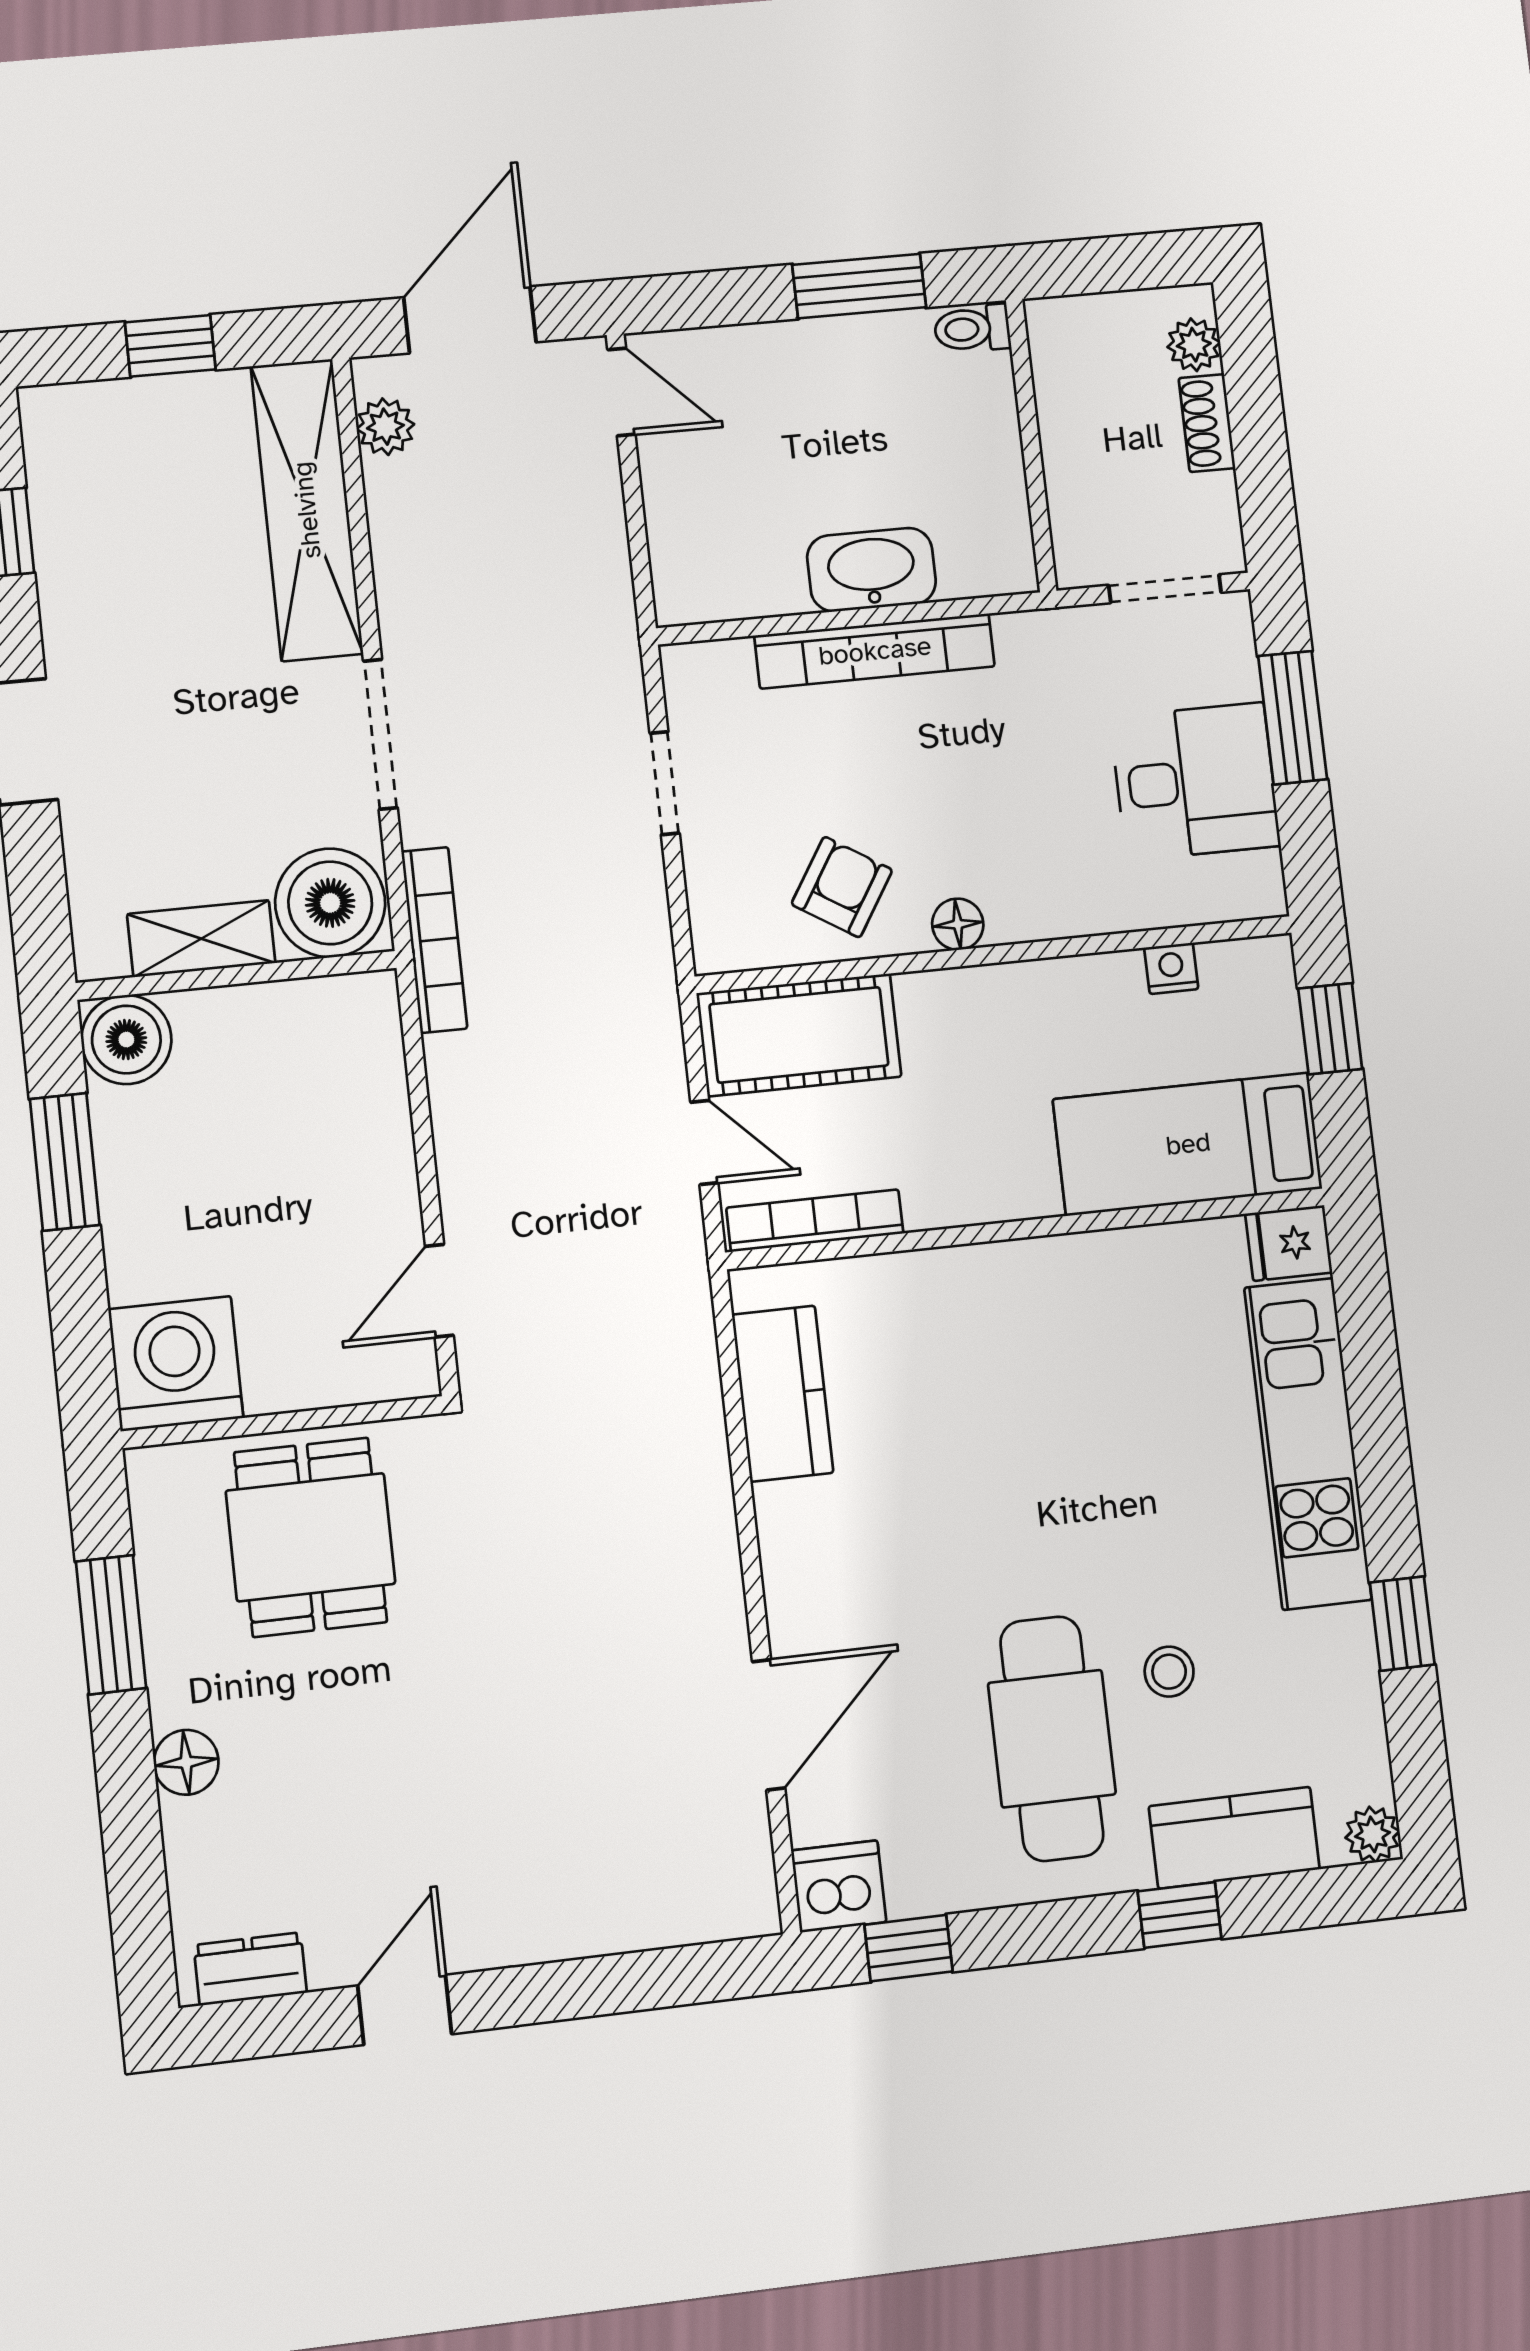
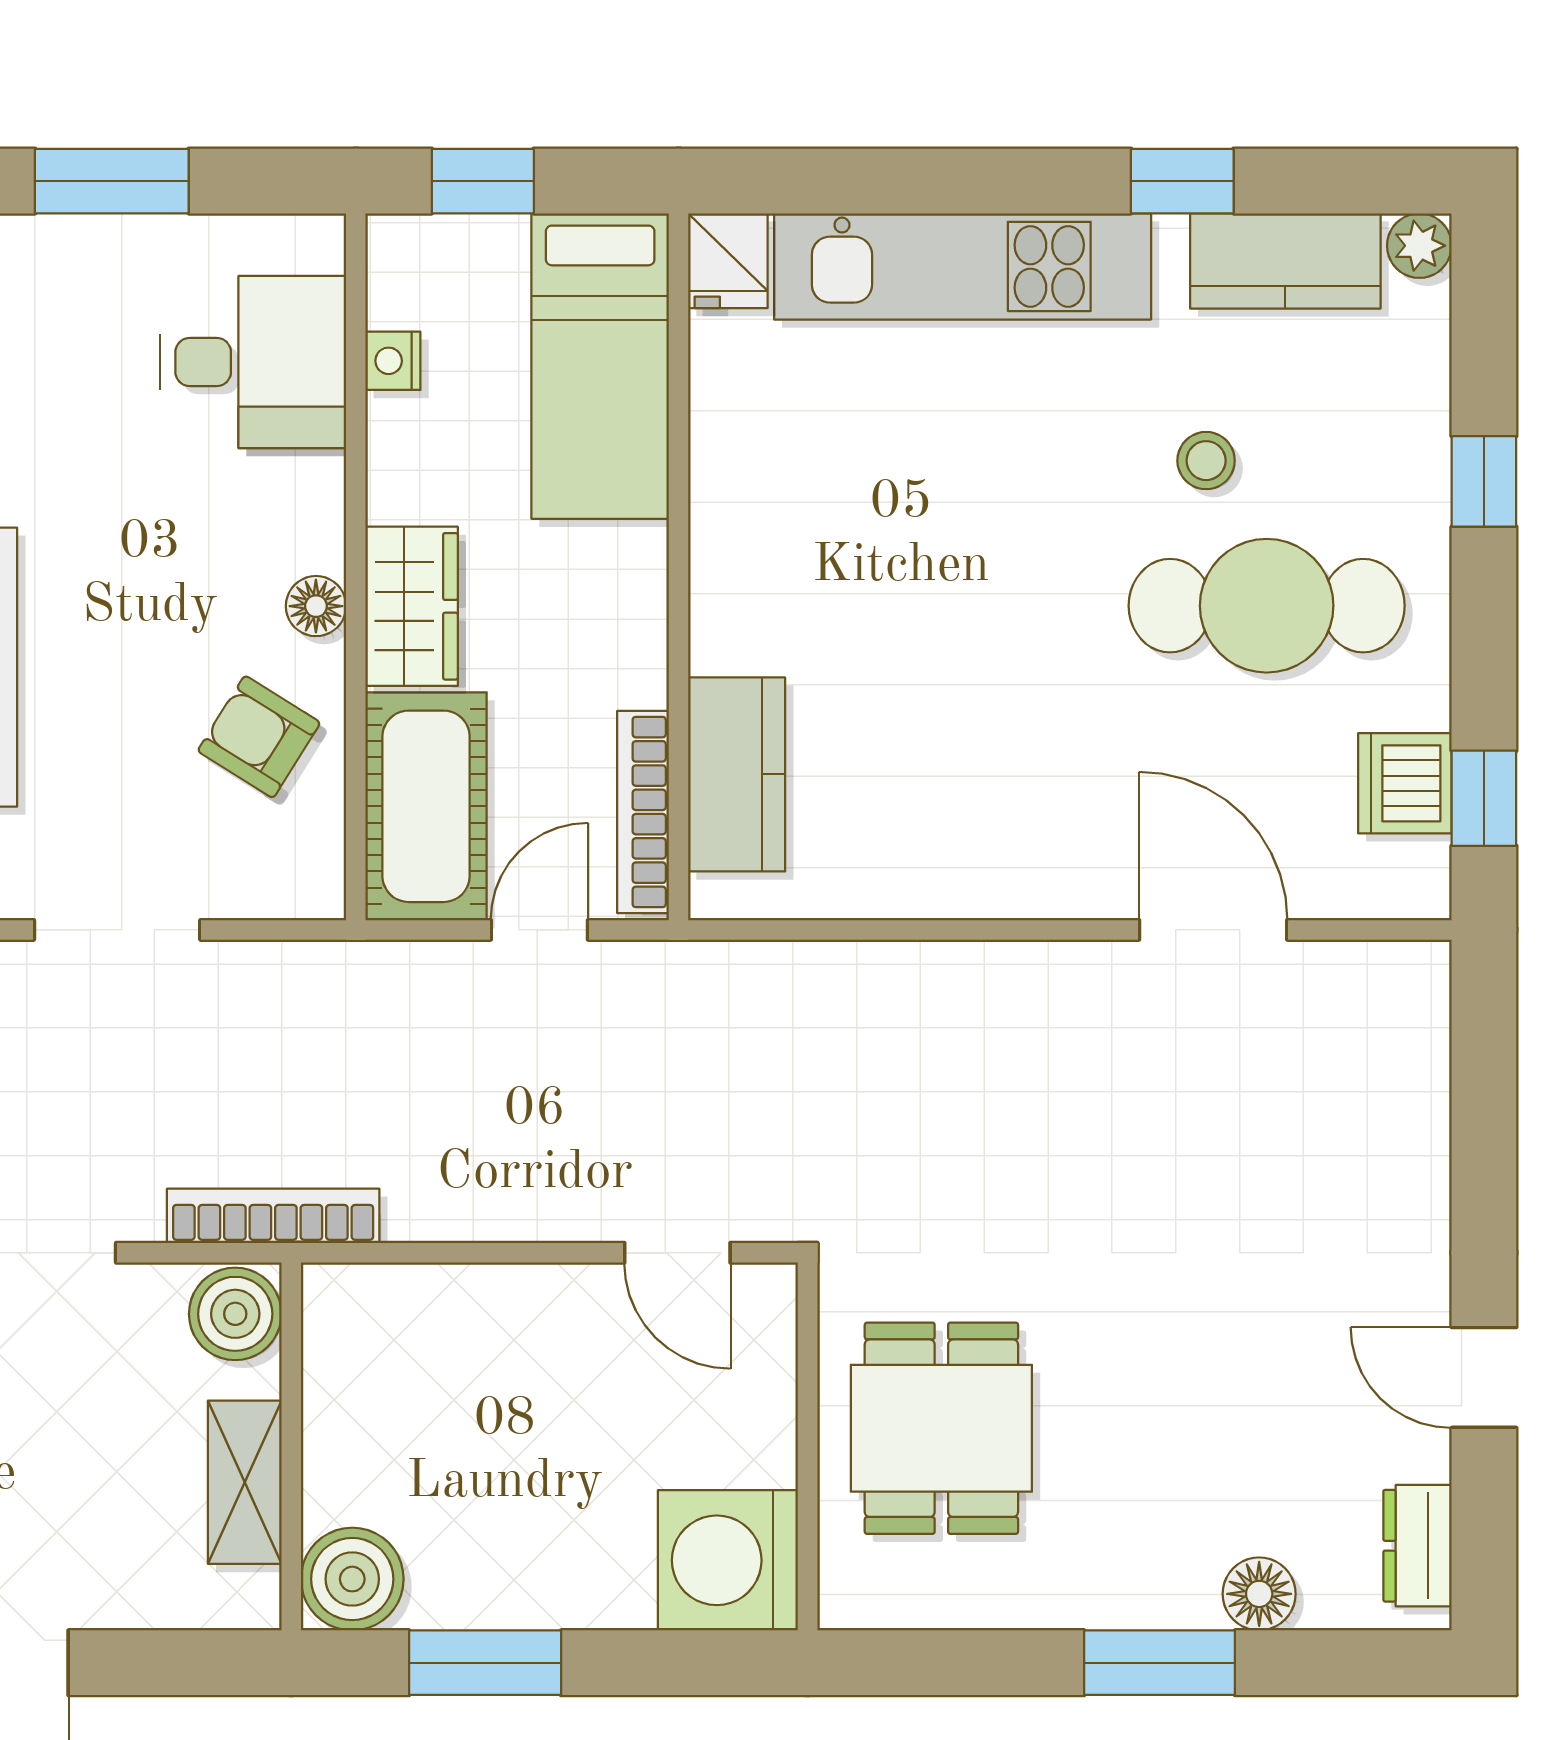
desk: (1195, 781) -> (253, 362), moved, turned 90
doorway: (665, 783) -> (117, 930), width x1.38
boiler: (330, 903) -> (235, 1314), width x0.73, depth x0.73
wardrobe: (967, 1005) -> (412, 606), added
kitchen counter: (783, 1394) -> (737, 774), moved, turned 90
dining table: (311, 1537) -> (941, 1428), turned 90
window: (111, 1625) -> (1159, 1663), moved
floor lamp: (186, 1762) -> (1259, 1594), moved
kitchen counter: (1234, 1838) -> (1285, 261), moved, turned -90
dishwasher: (839, 1886) -> (1405, 783), moved

